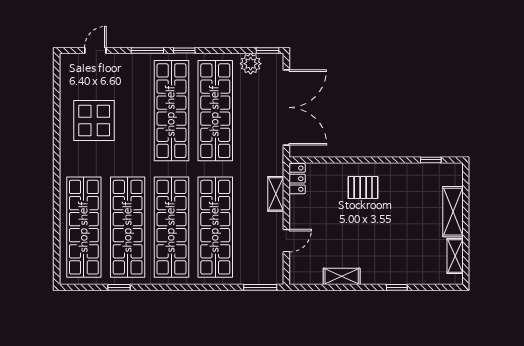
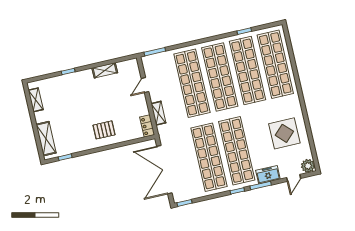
freezer: (133, 64) -> (268, 175), added
plant: (251, 64) -> (308, 166), moved
shelving: (453, 212) -> (46, 139), moved

